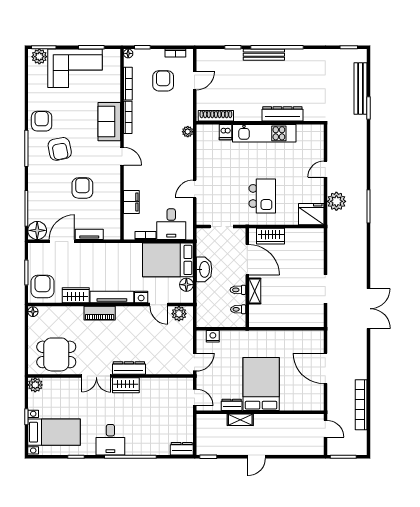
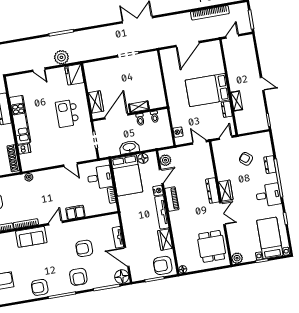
armchair: (60, 149) -> (78, 277), moved, turned 101
kitchen island: (262, 196) -> (67, 113), turned -90
filing cabinet: (131, 202) -> (75, 212), moved
piano: (100, 313) -> (172, 199), moved
armchair: (163, 419) -> (246, 159), added
dresser: (182, 449) -> (270, 165), moved

